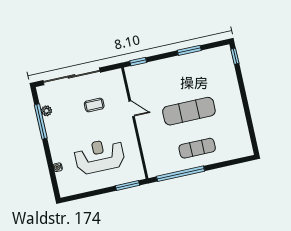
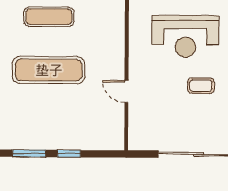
window: (138, 62) -> (69, 154), moved
coffee table: (94, 105) -> (201, 86), moved

